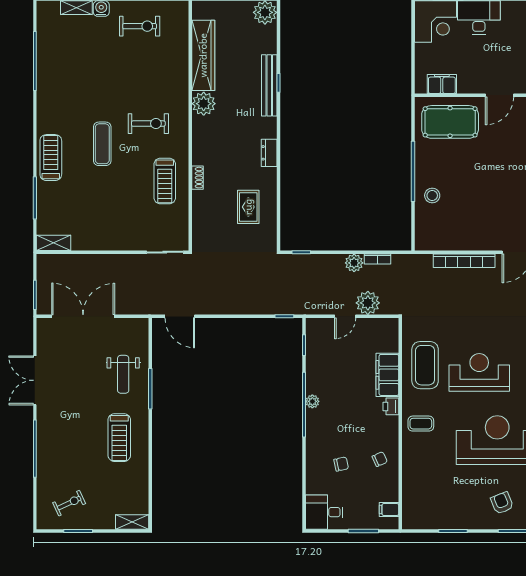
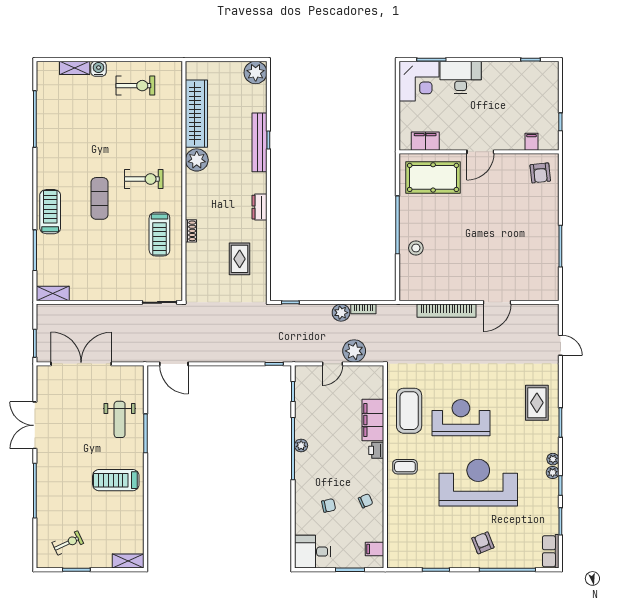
treadmill: (119, 438) -> (116, 480), turned 90

